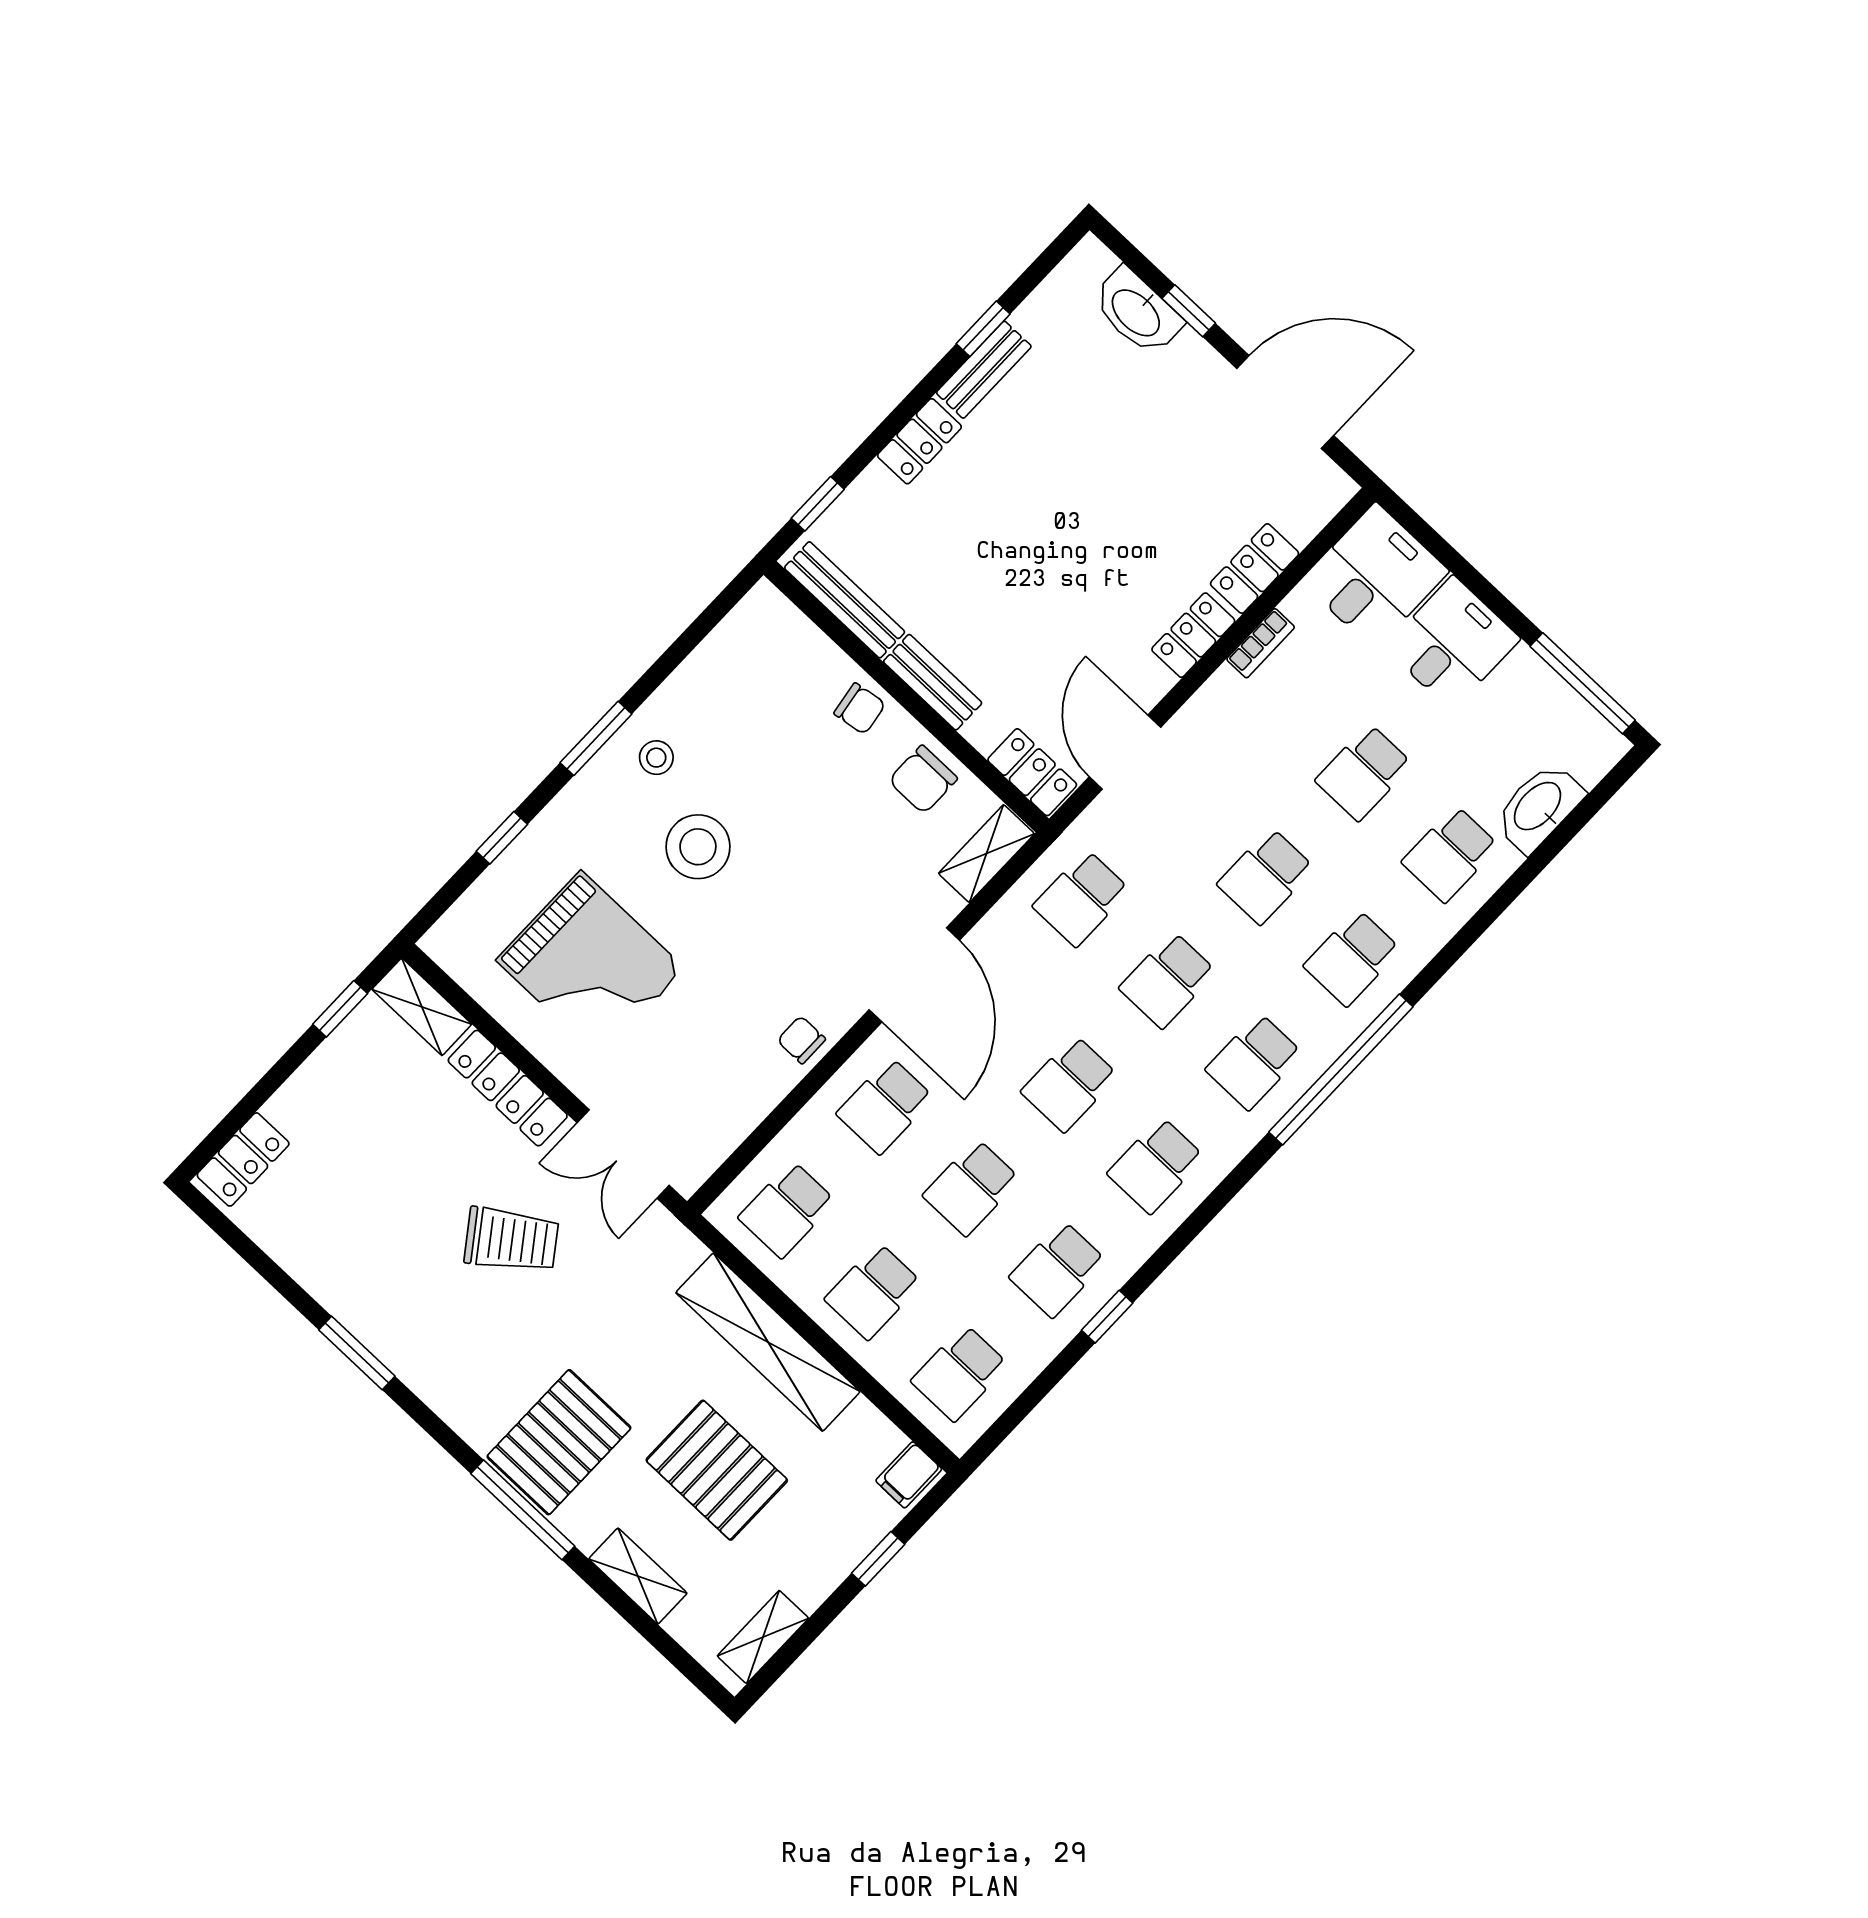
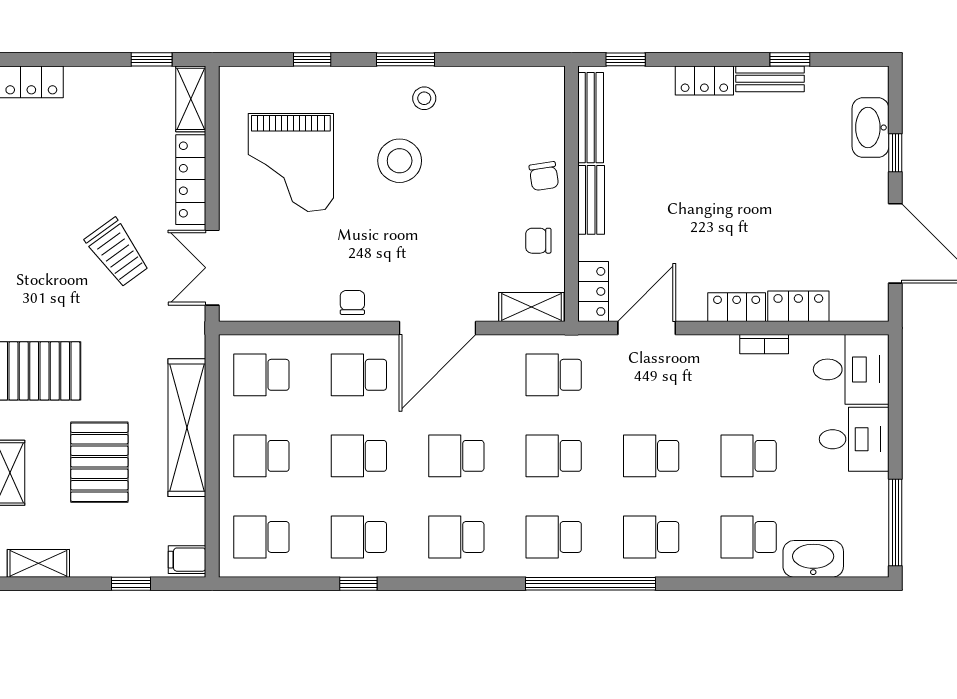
chair: (923, 780) -> (538, 241), width x0.73, depth x0.73

